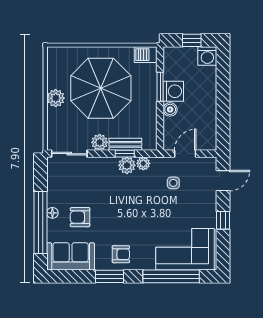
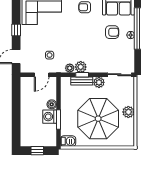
washing machine: (207, 56) -> (27, 140), removed

